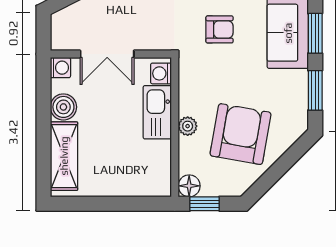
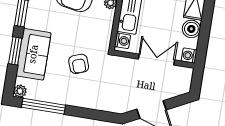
armchair: (220, 29) -> (79, 64), turned -110

